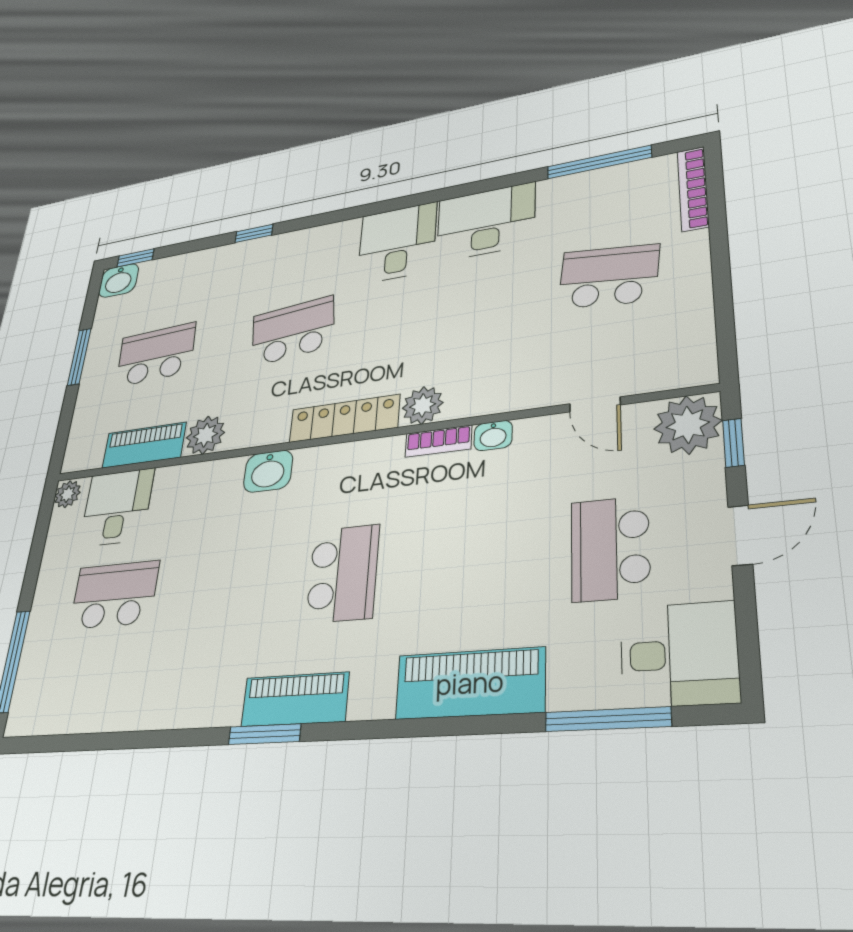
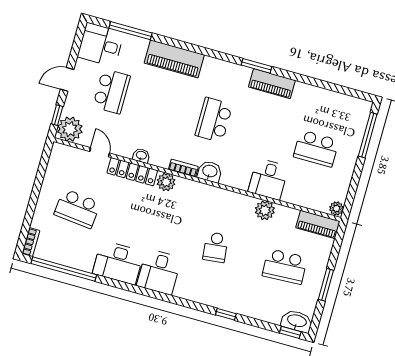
window: (599, 162) -> (64, 269), width x1.46
bookcase: (693, 189) -> (31, 242), width x0.64
washbasin: (119, 281) -> (297, 321), width x1.38
school desk: (293, 331) -> (216, 247), width x0.54
locker: (344, 418) -> (132, 172), moved
bookcase: (438, 441) -> (183, 168), moved
piano: (144, 445) -> (318, 224), moved
washbasin: (268, 471) -> (210, 172), moved
desk: (117, 507) -> (268, 179), moved
piano: (295, 699) -> (272, 84), moved

